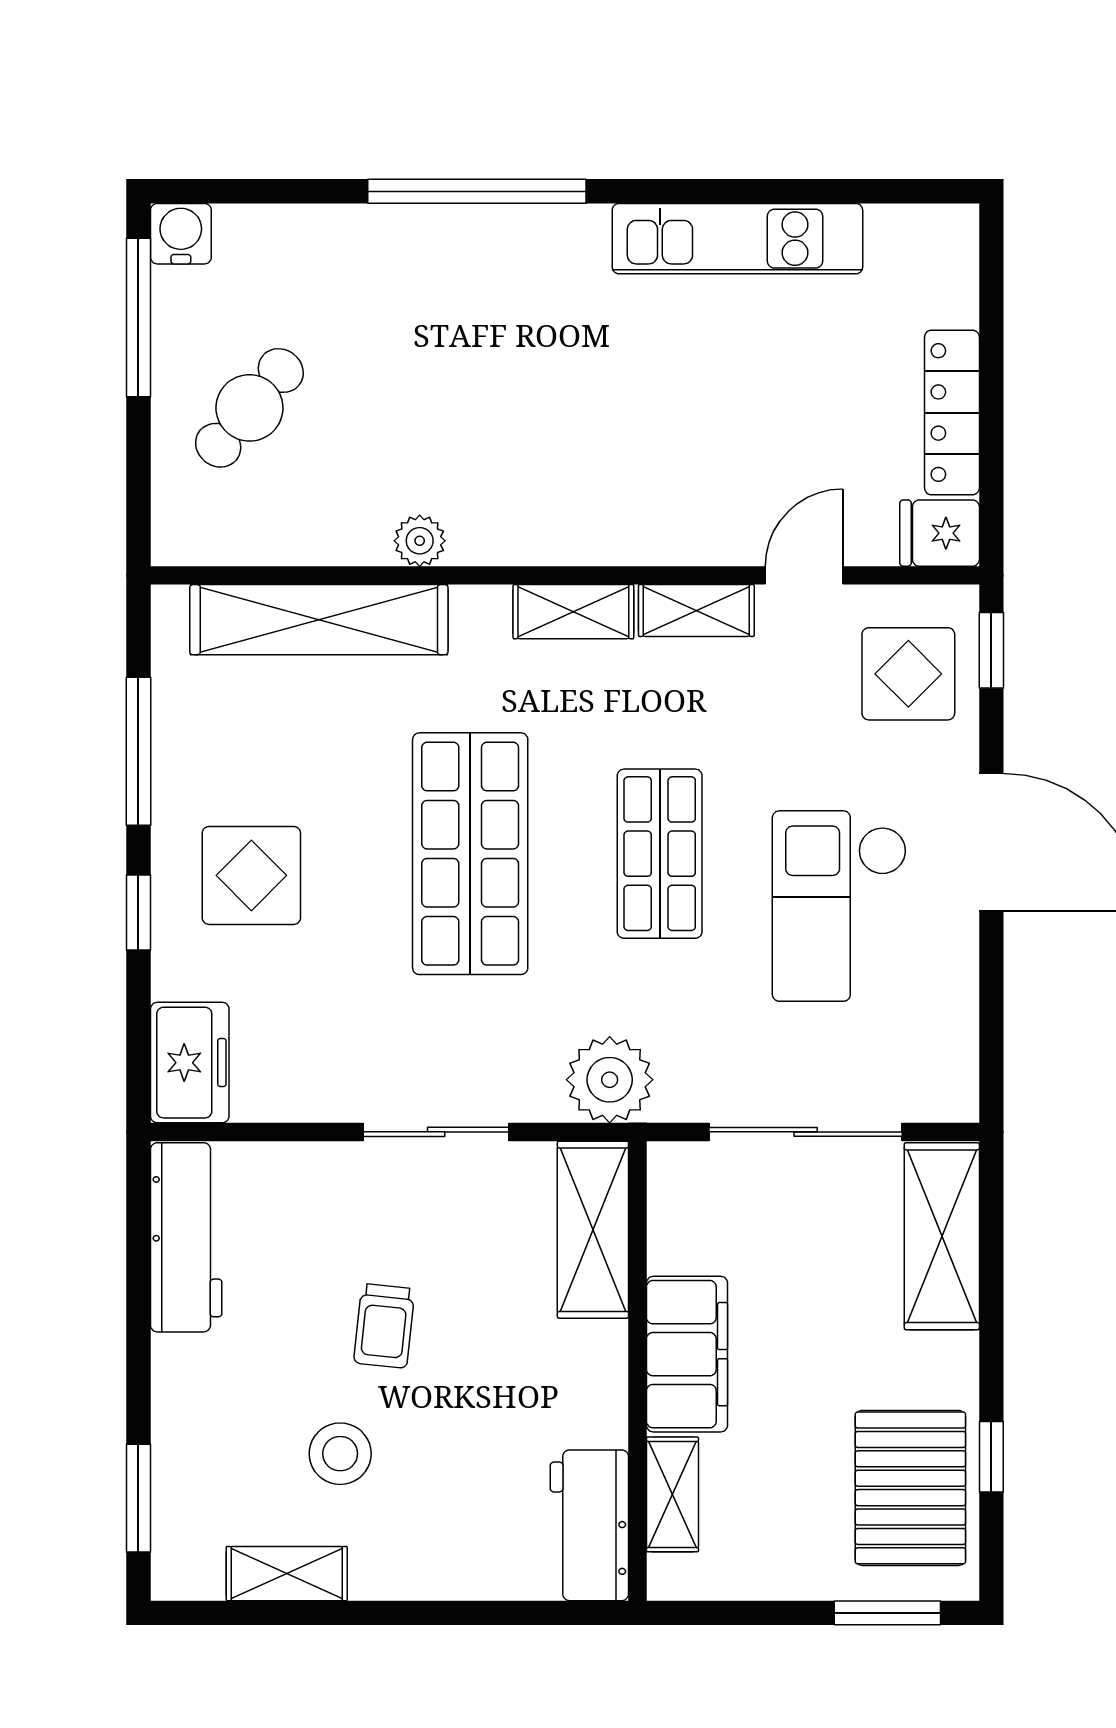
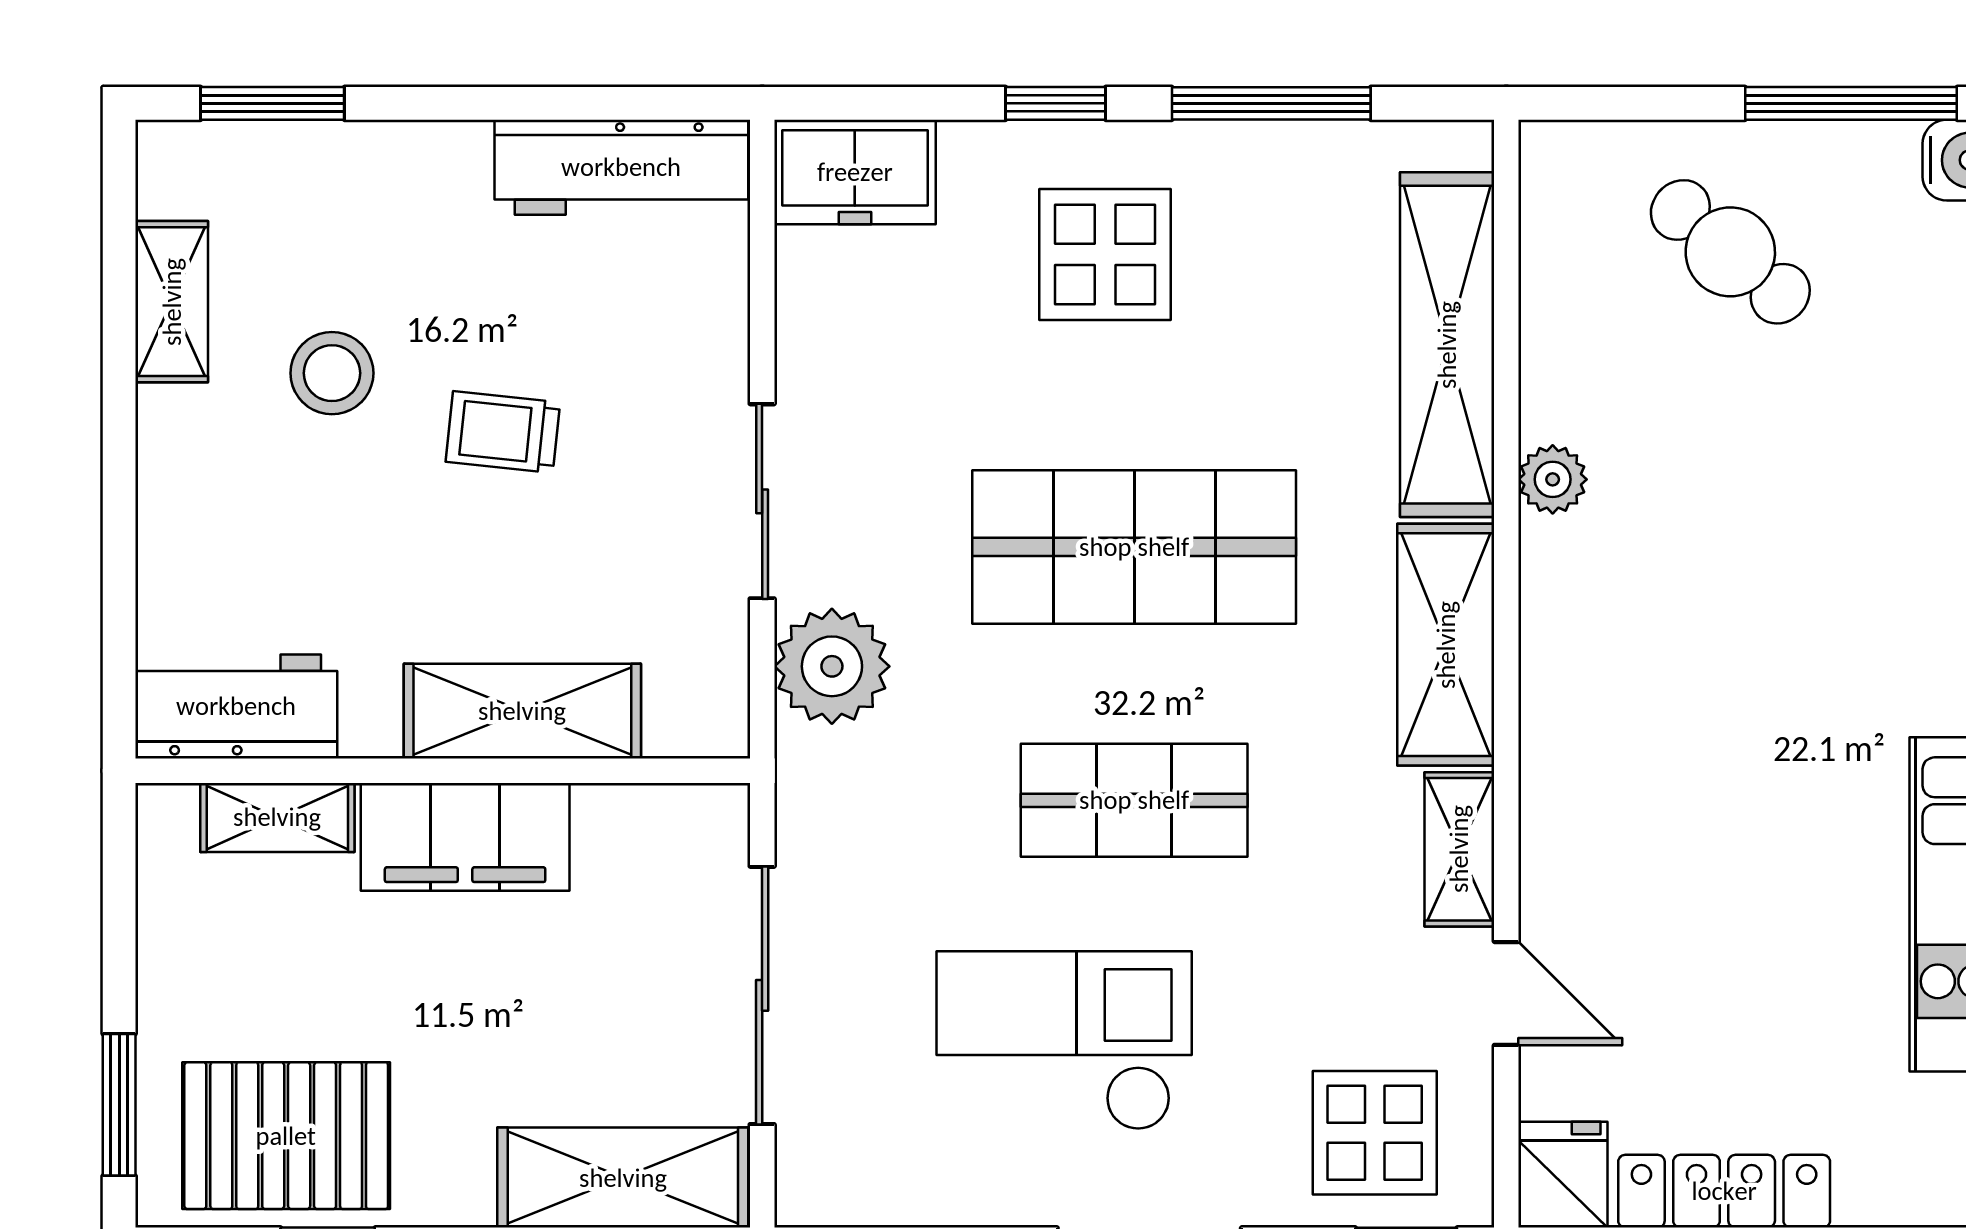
shelving: (573, 612) -> (1446, 645), width x1.50, depth x1.33
plant: (610, 1080) -> (832, 666), moved
shelving: (593, 1230) -> (522, 711), moved

